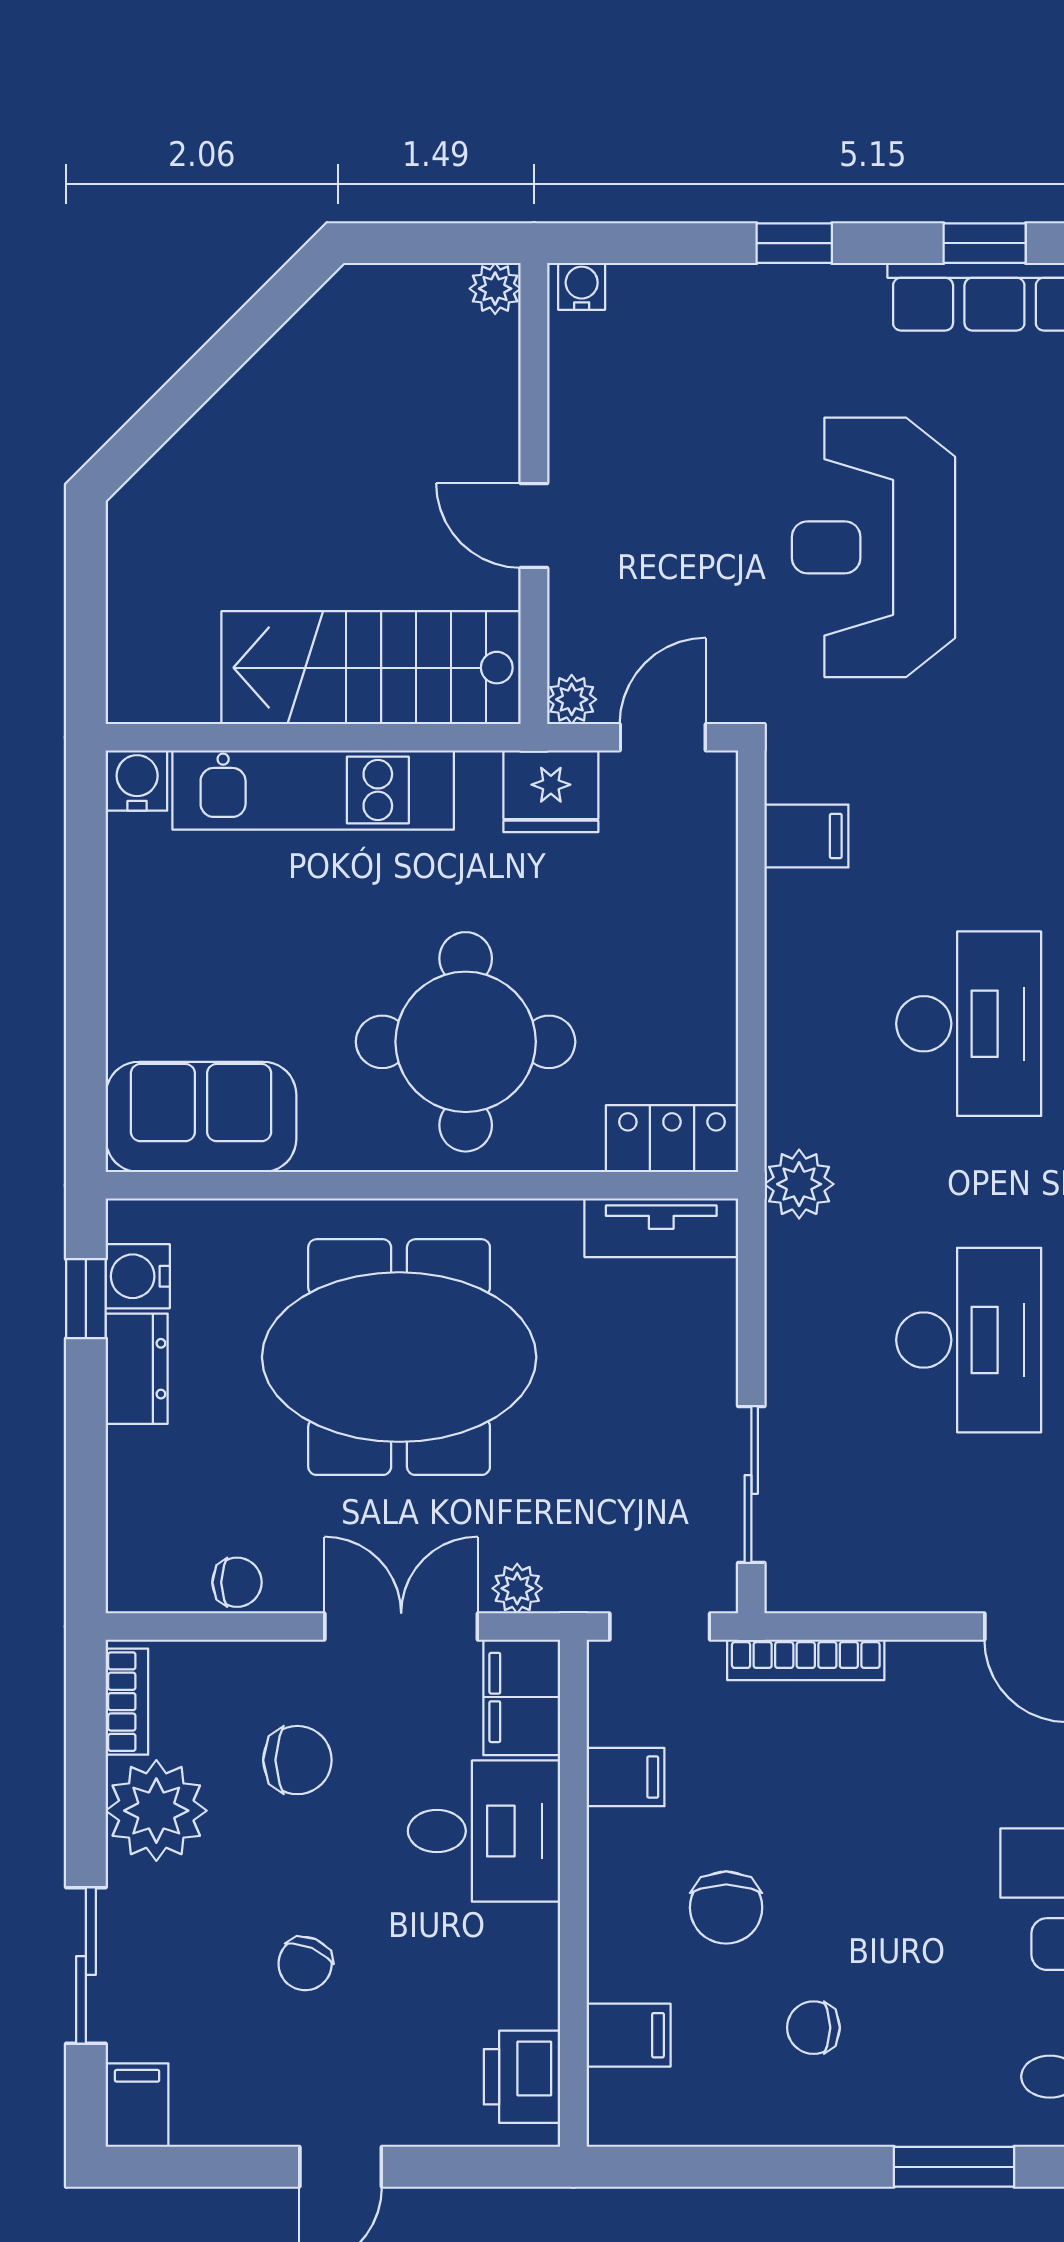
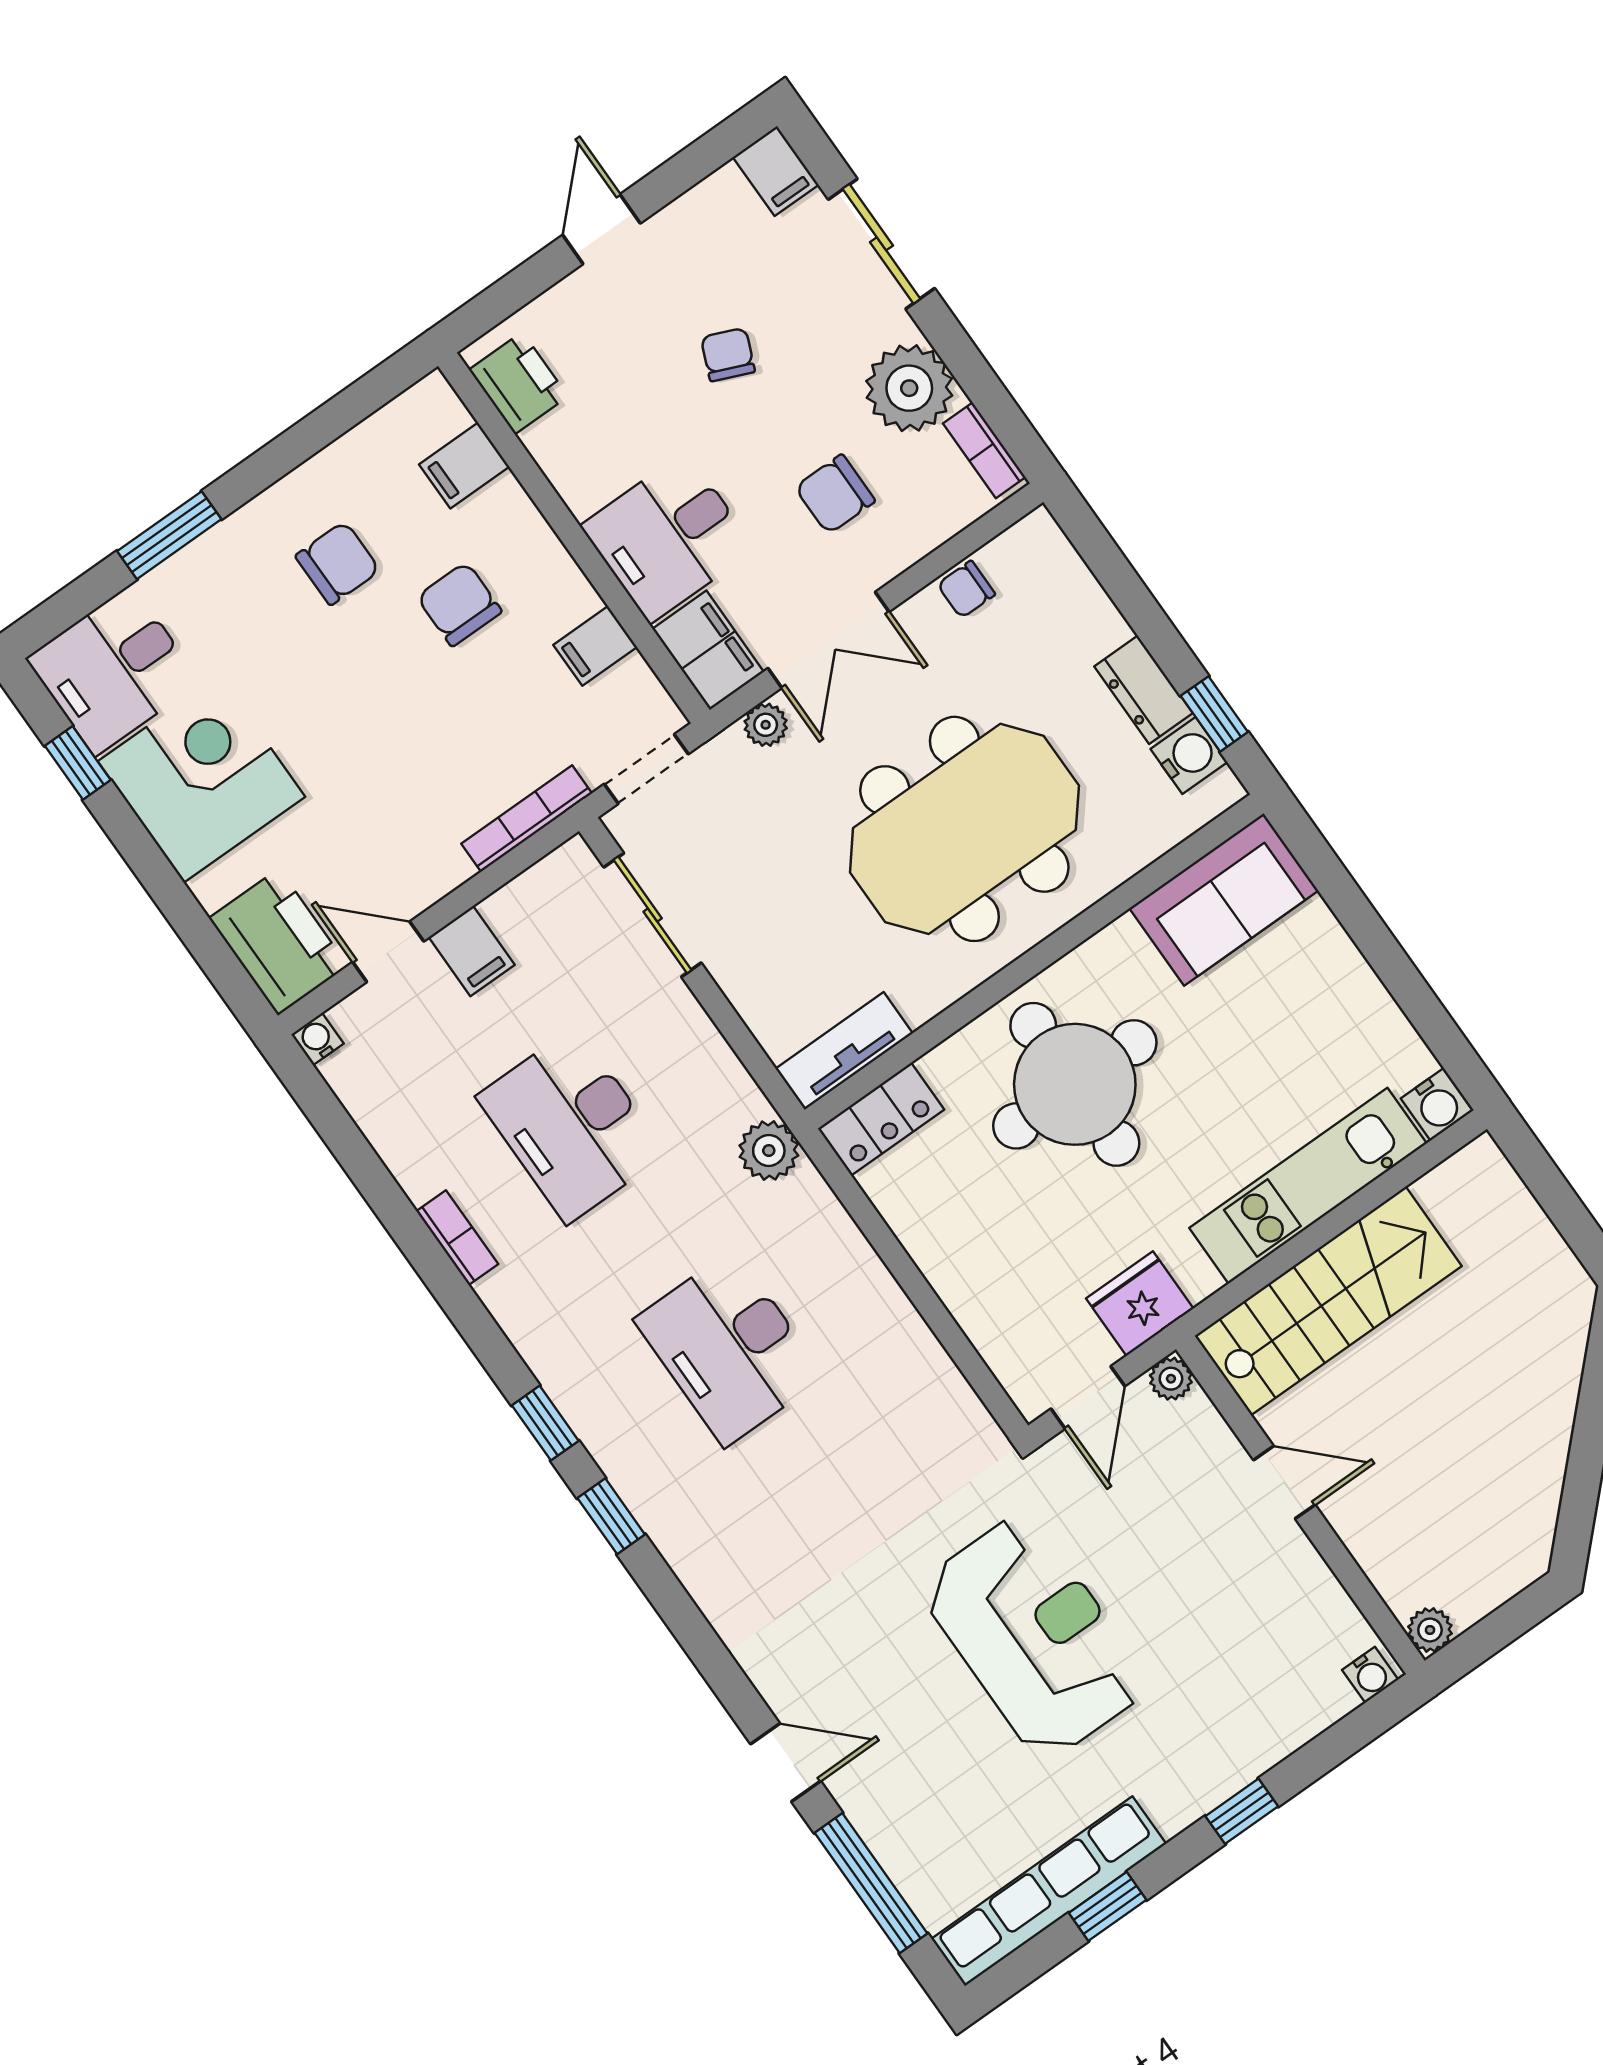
filing cabinet: (806, 836) -> (472, 951), moved, turned -90
chair: (813, 2028) -> (338, 563), width x1.37, depth x1.37

